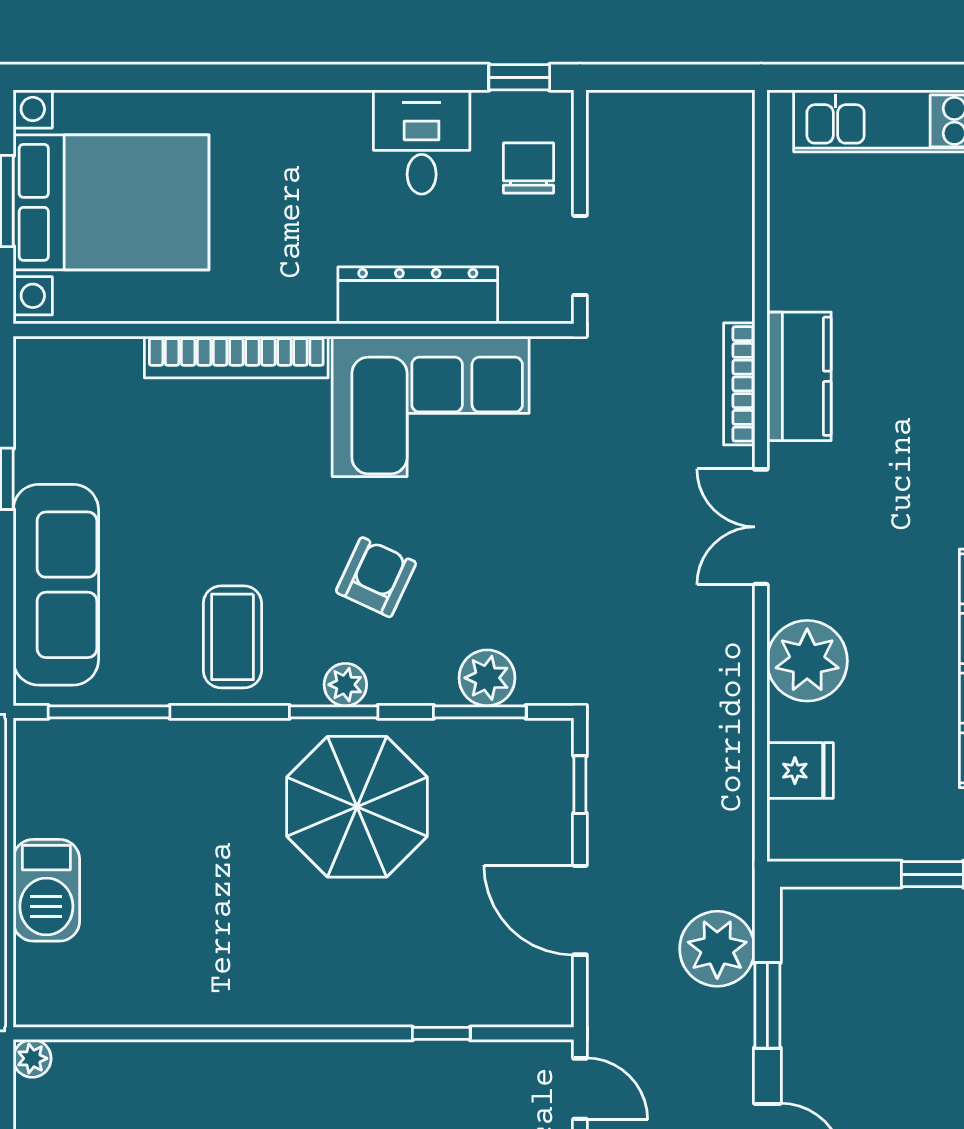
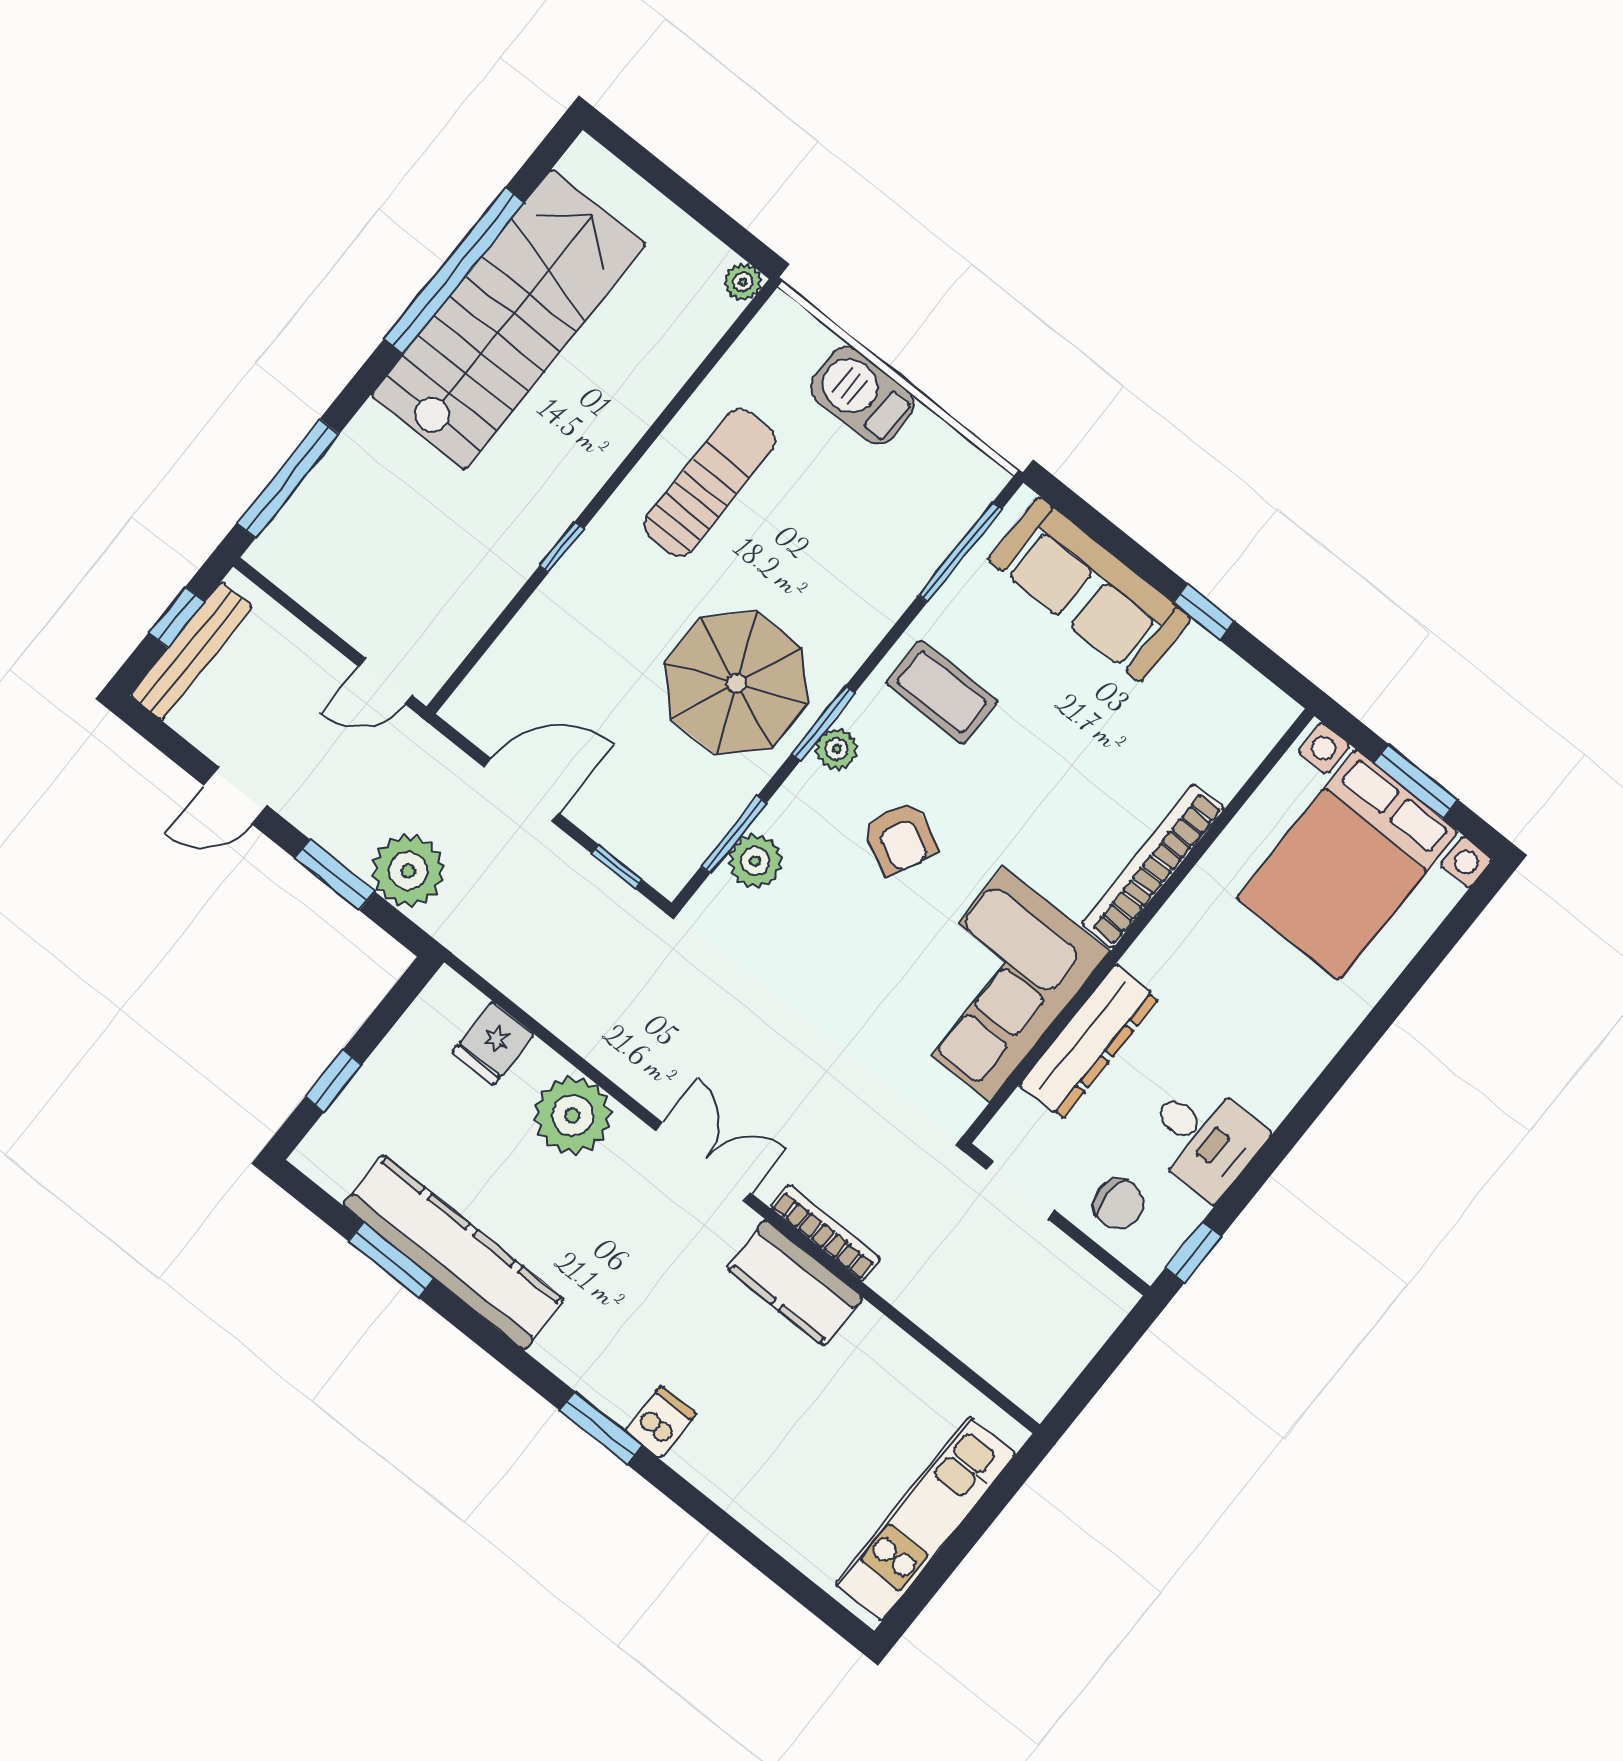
sun lounger: (214, 956) -> (710, 483), added
window: (441, 1033) -> (562, 547), moved

